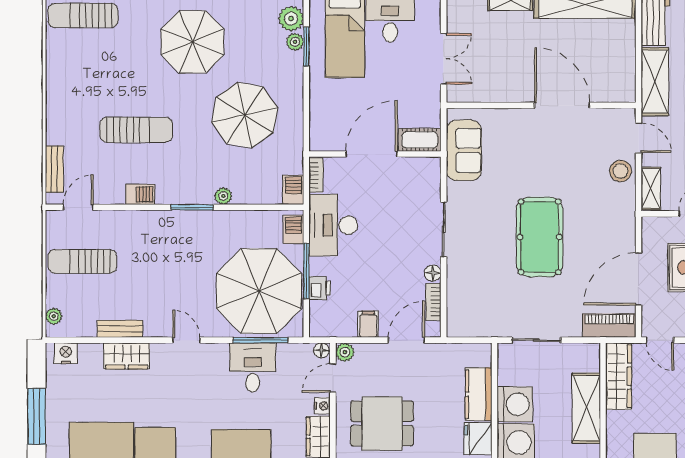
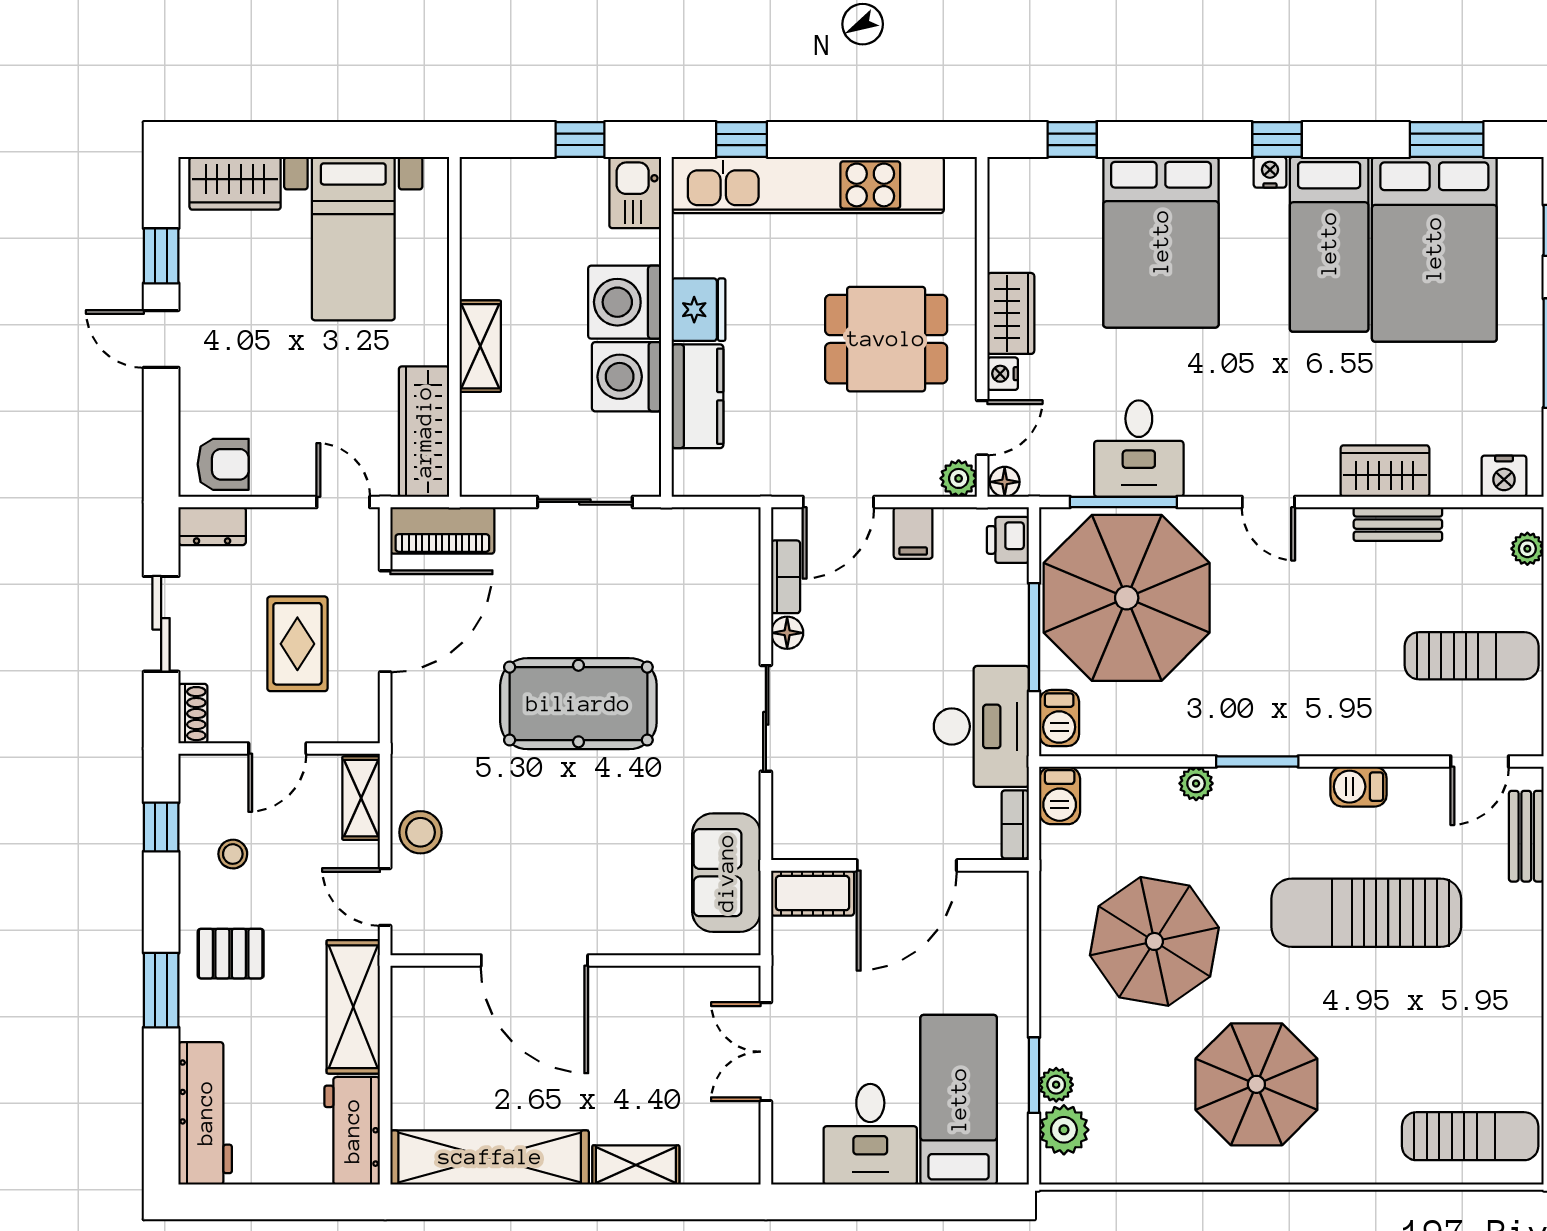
sun lounger: (136, 130) -> (1366, 913), width x1.36, depth x1.34
pool table: (540, 237) -> (578, 704), turned 90
printer: (320, 288) -> (1008, 540), moved
shelving: (586, 408) -> (480, 346), width x0.67, depth x0.75

